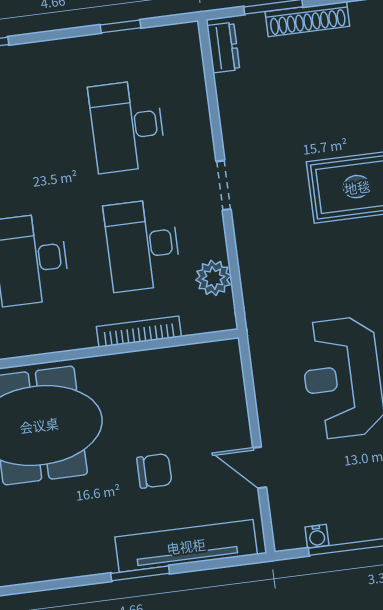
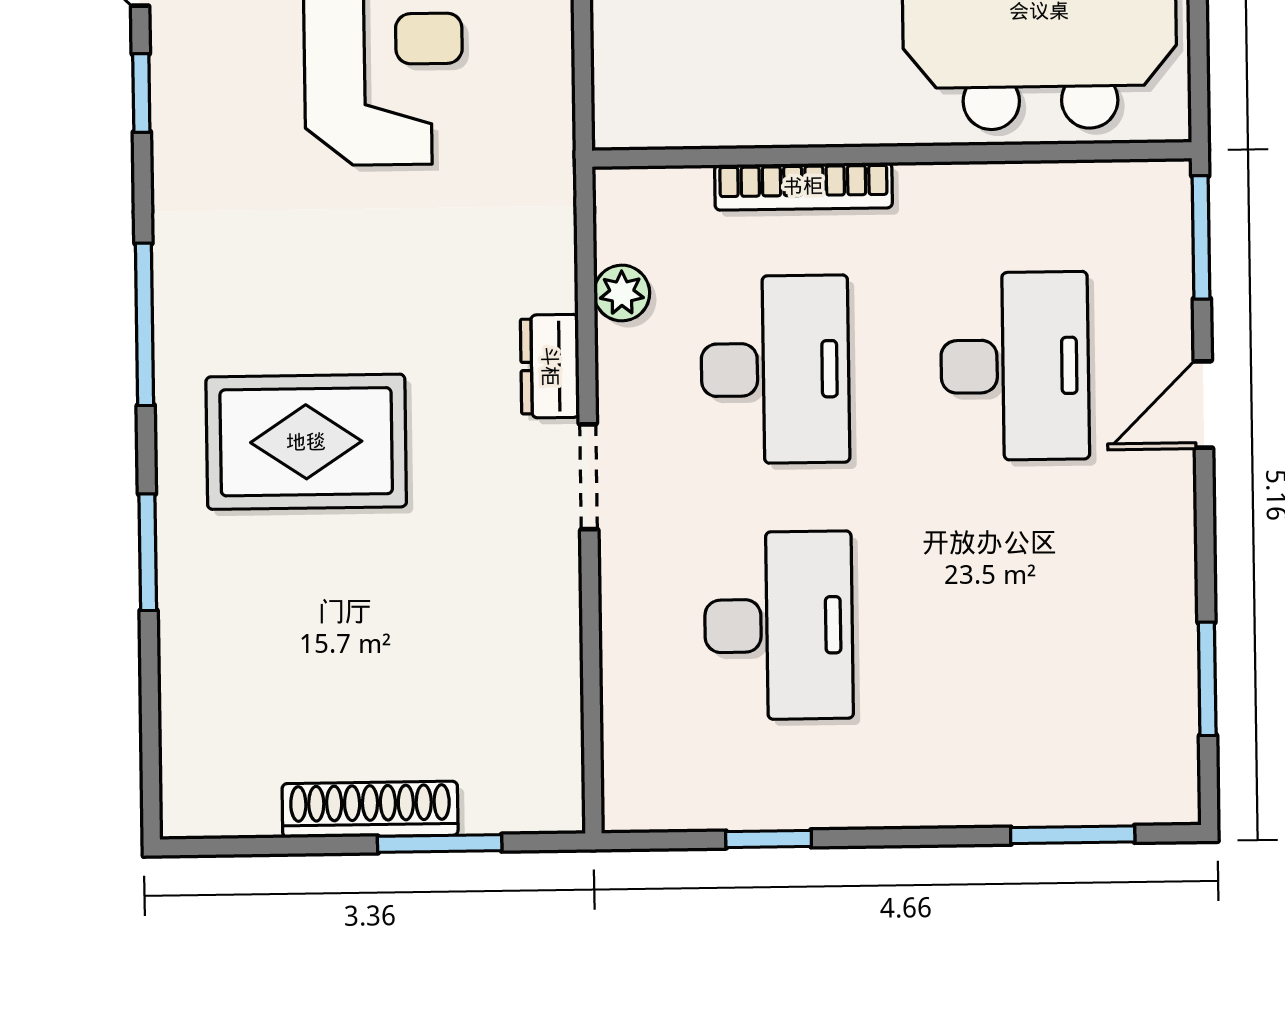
dresser: (223, 47) -> (550, 366), moved
plant: (213, 278) -> (622, 293), width x0.73, depth x0.73

